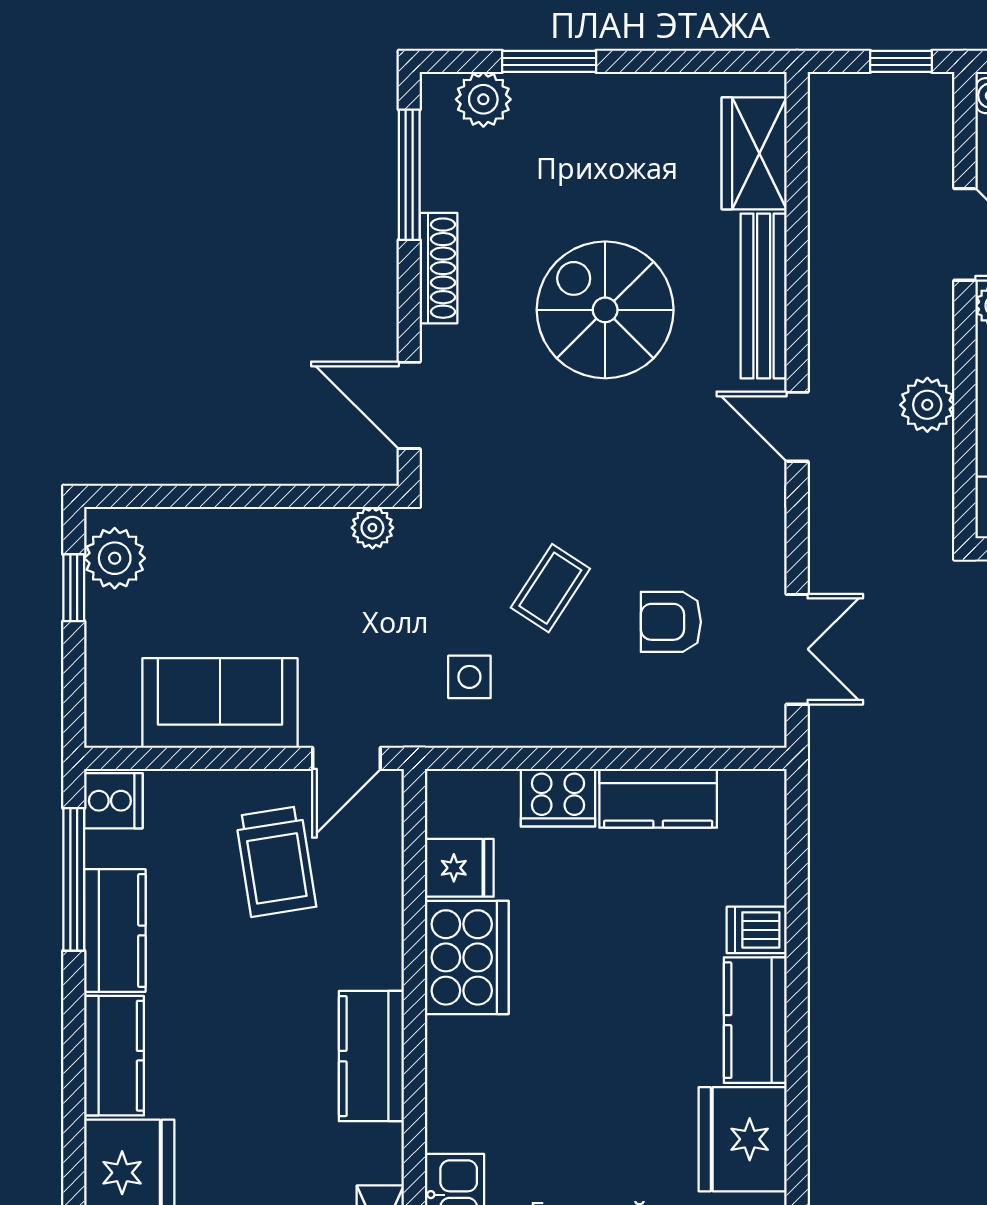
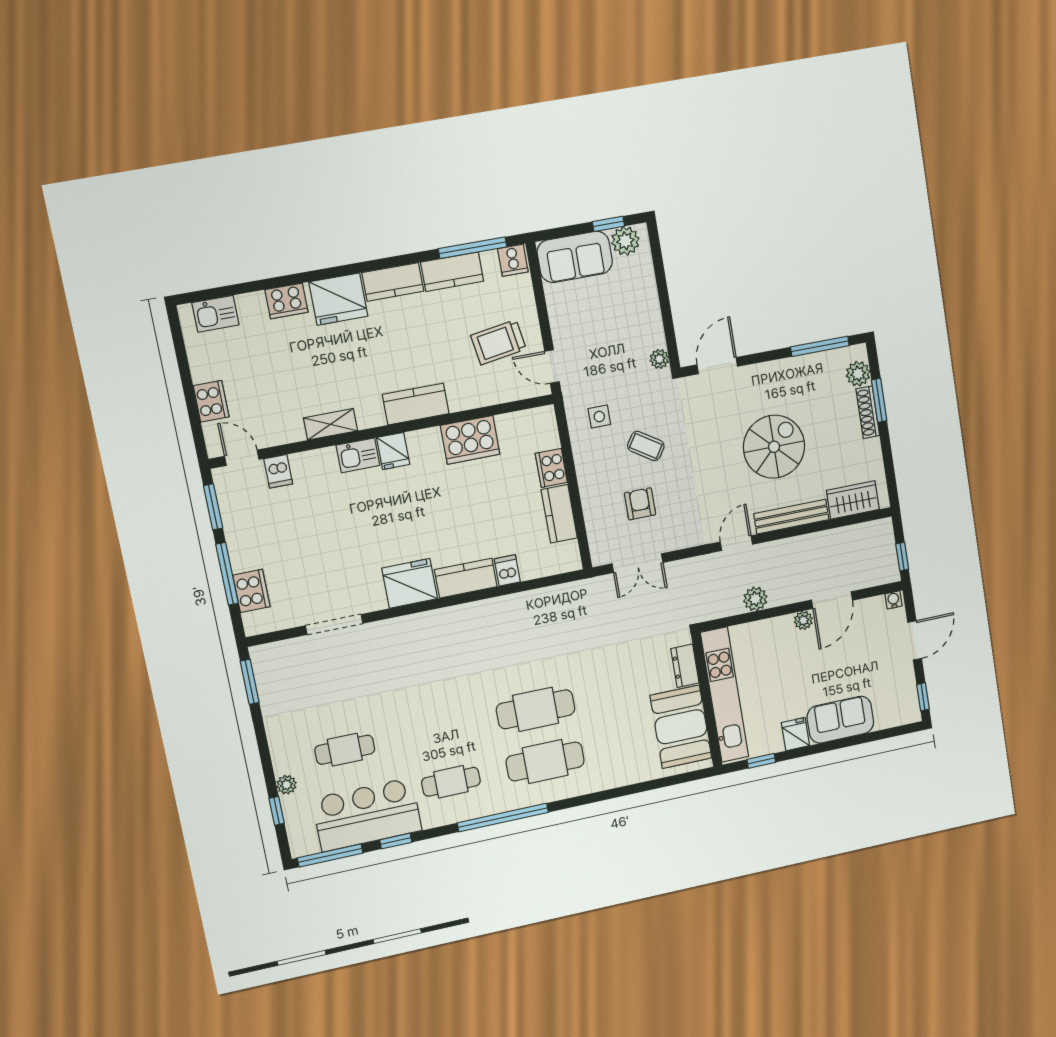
shoe rack: (439, 268) -> (868, 412), moved, turned 90
sofa: (220, 703) -> (575, 257), moved, turned 90
fridge: (459, 868) -> (393, 451), moved

